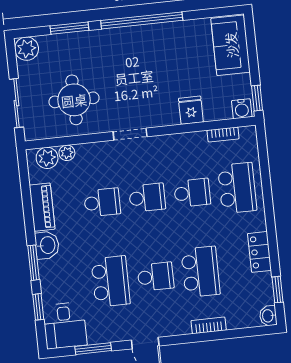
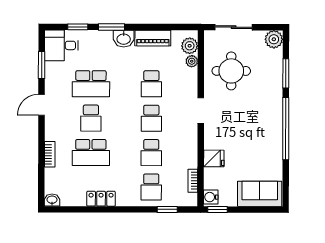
school desk: (237, 188) -> (151, 187), width x0.54
window: (278, 290) -> (167, 209), moved

